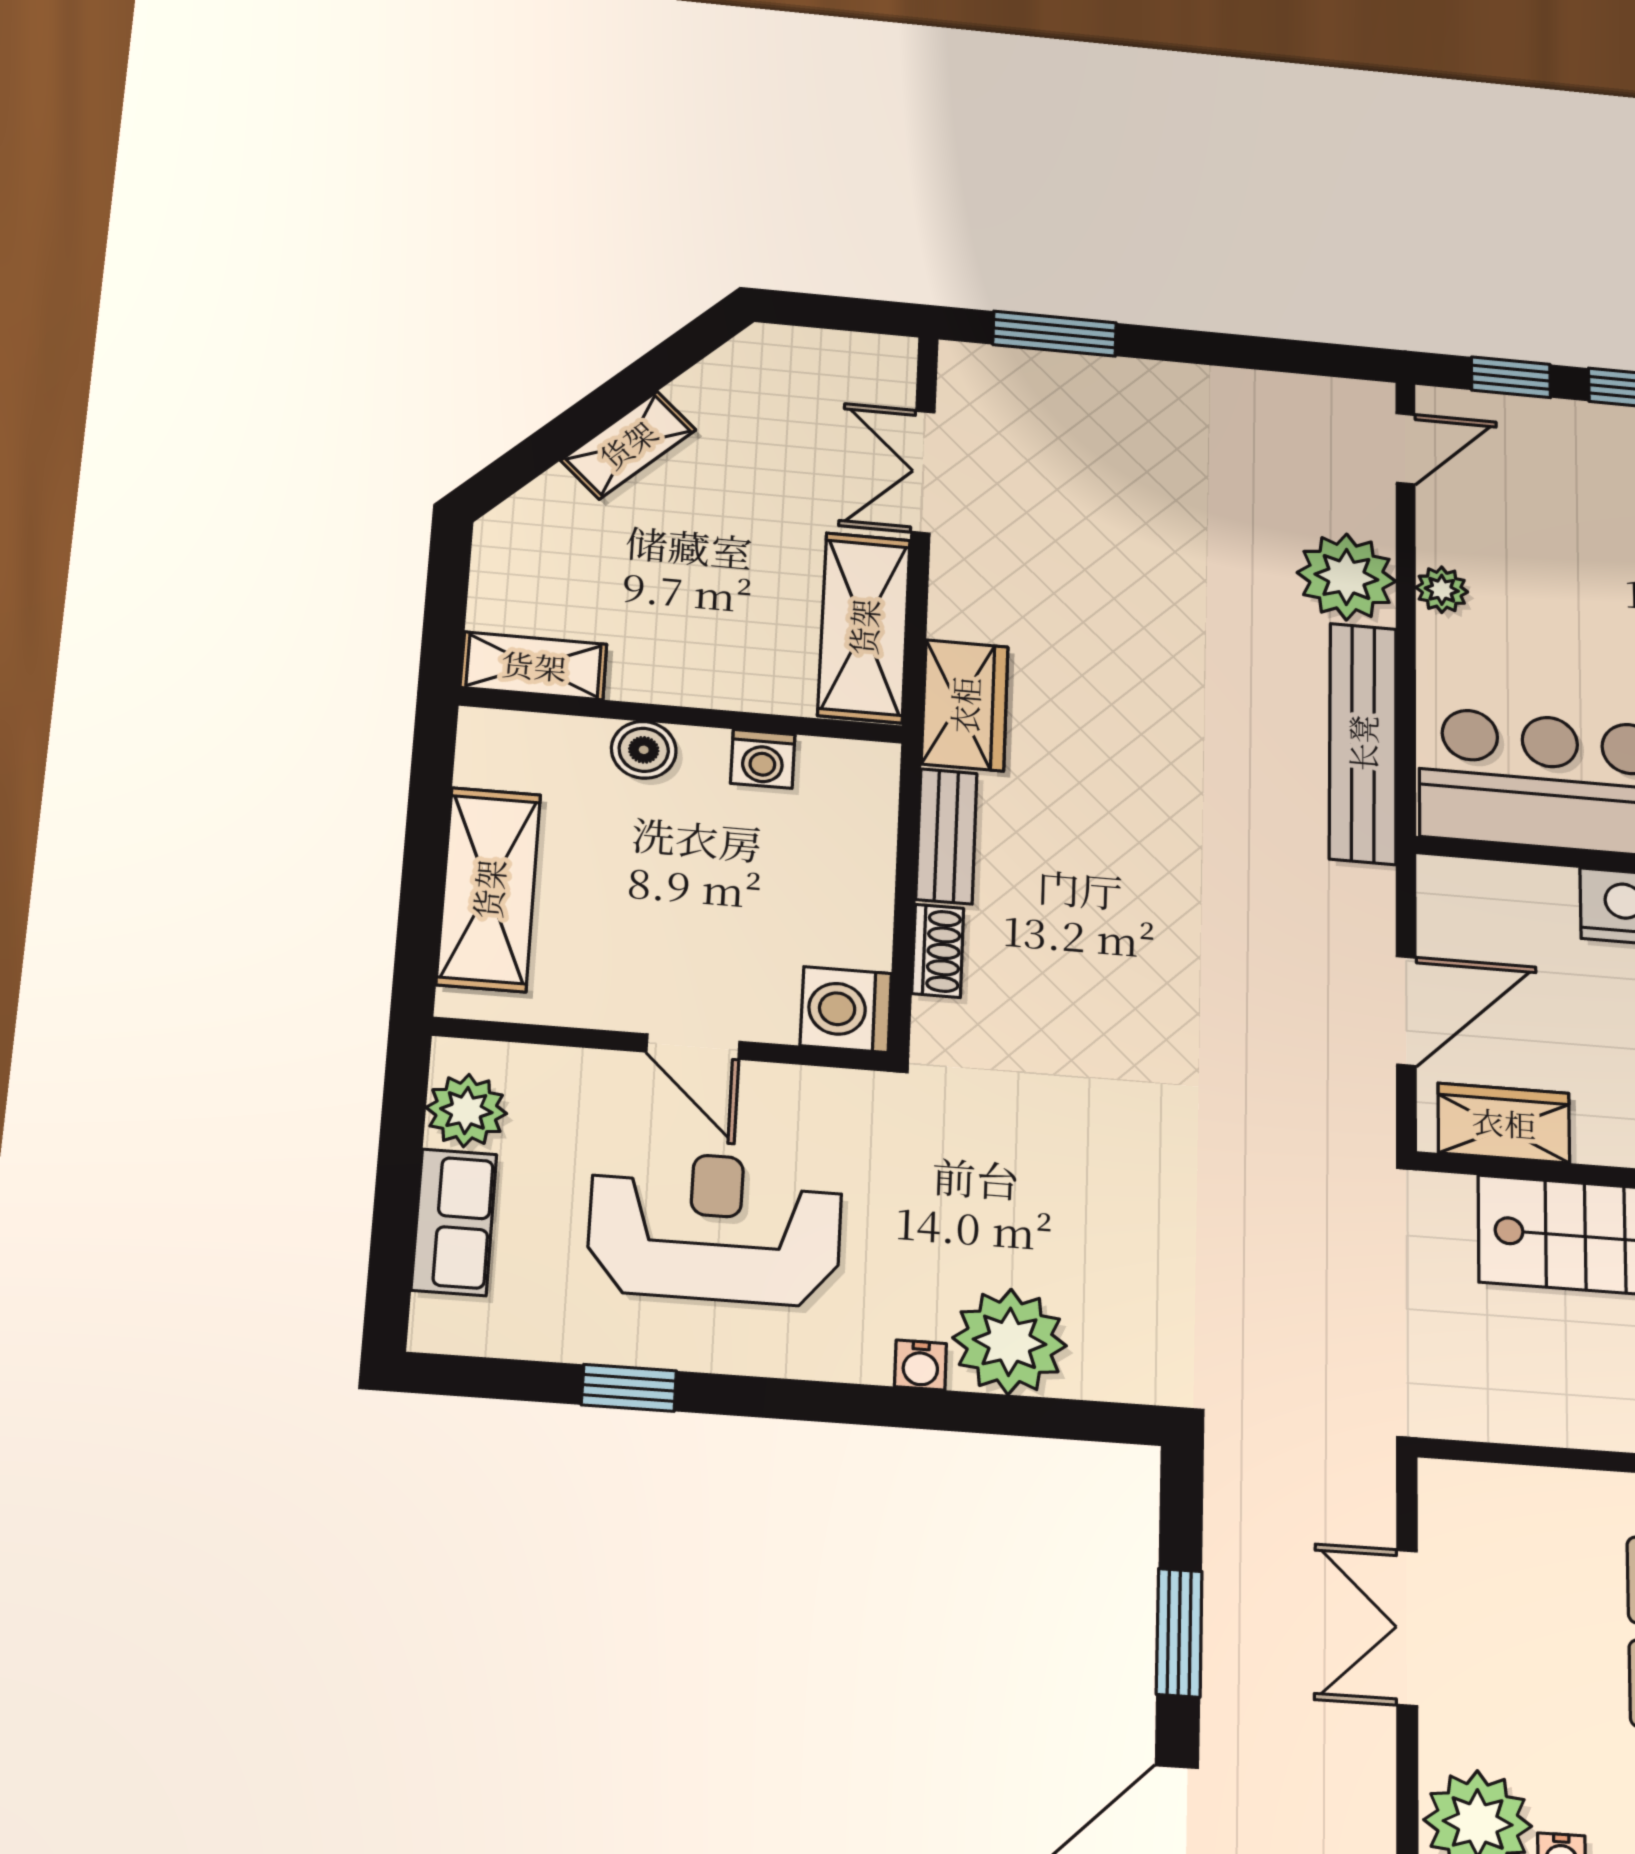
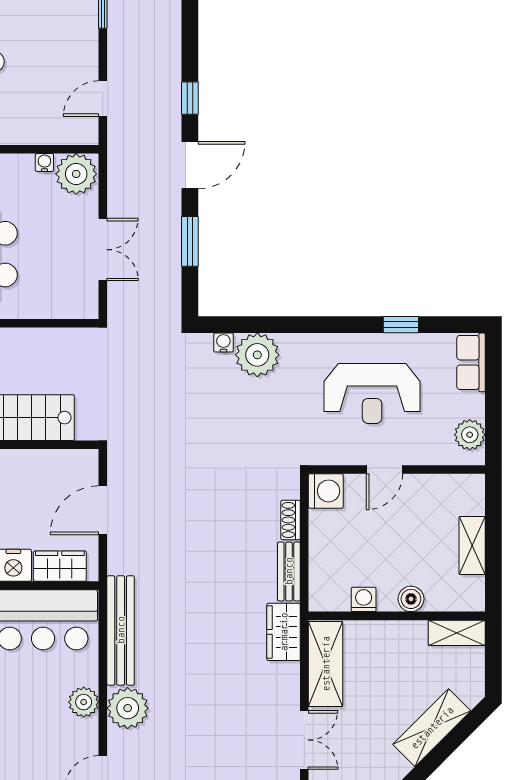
shelving: (628, 445) -> (432, 728), width x1.50, depth x1.33
plant: (1442, 590) -> (84, 702), width x1.38, depth x1.38
shelving: (489, 889) -> (472, 546), width x0.67, depth x0.75
door: (693, 1047) -> (384, 470), swing flipped
wardrobe: (1504, 1123) -> (60, 566), moved, turned 180
row of seats: (454, 1222) -> (471, 362), moved
water cooler: (920, 1365) -> (223, 343), moved

